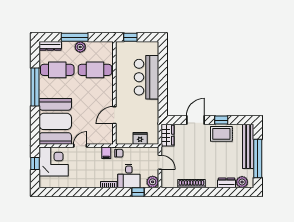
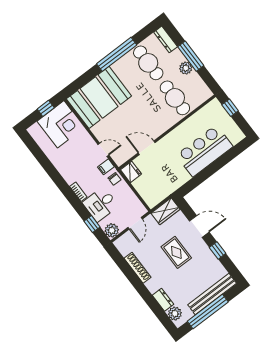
rug: (221, 134) -> (176, 252), moved
fridge: (140, 138) -> (131, 172), moved
door: (80, 146) -> (103, 150), moved

